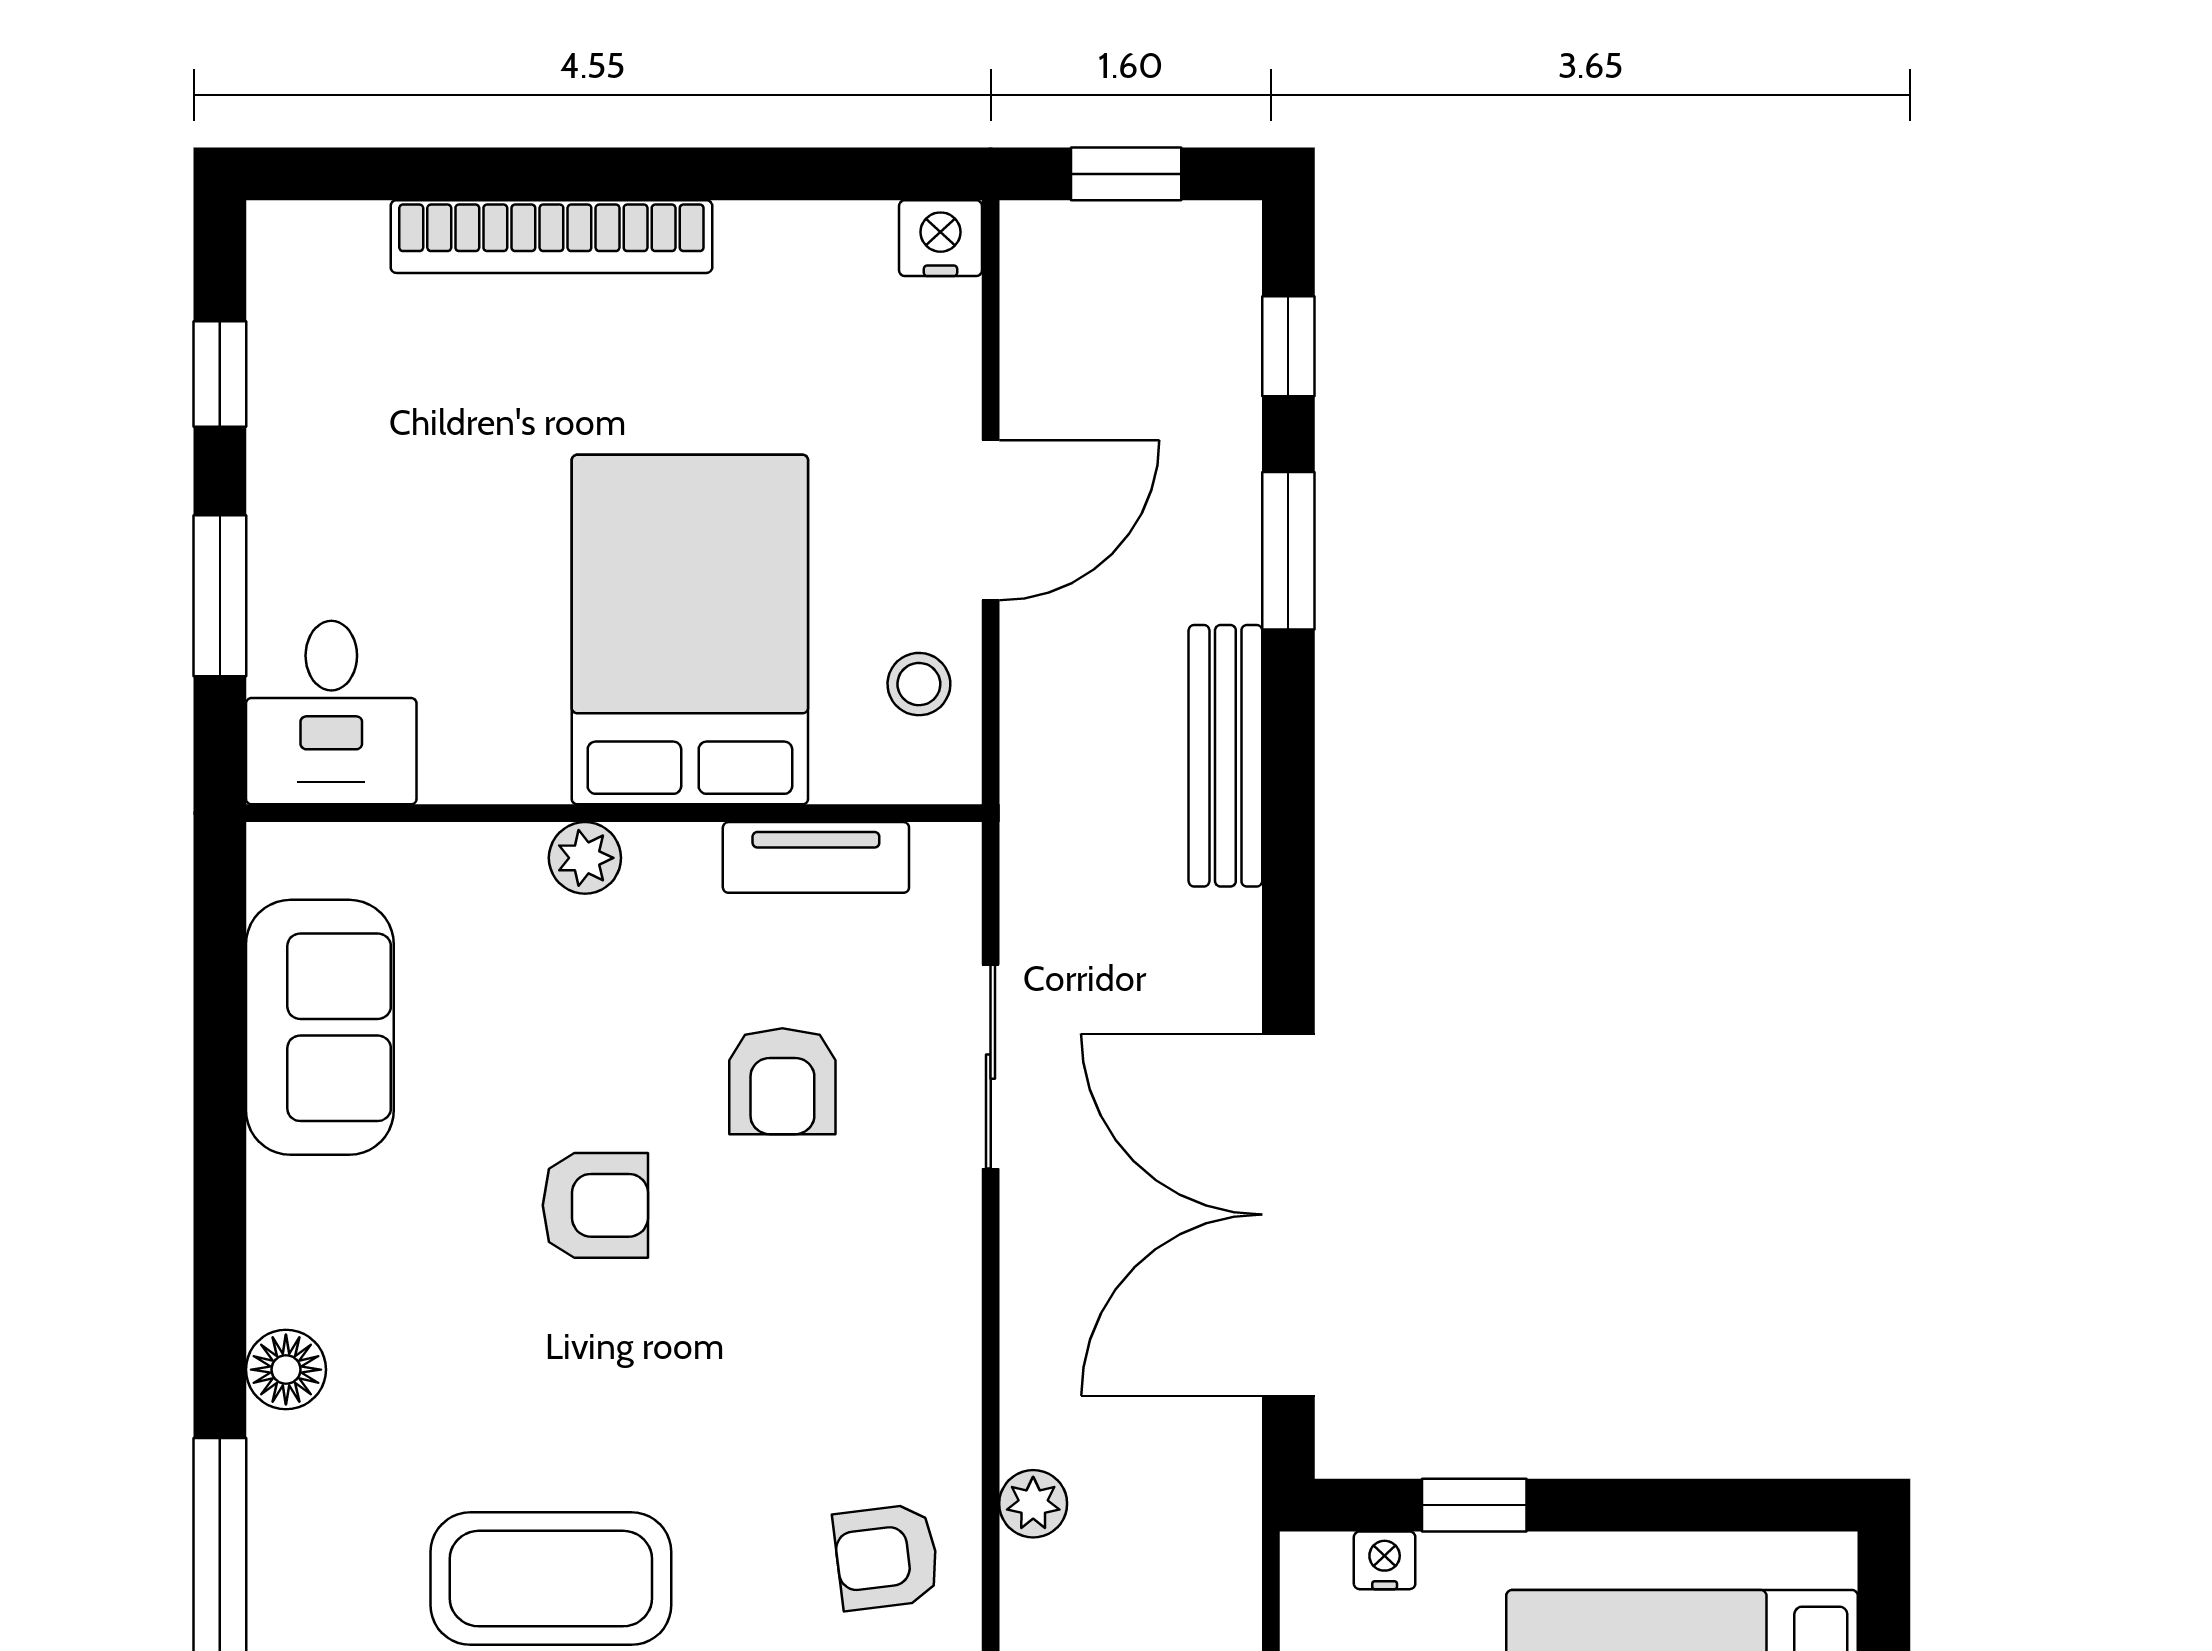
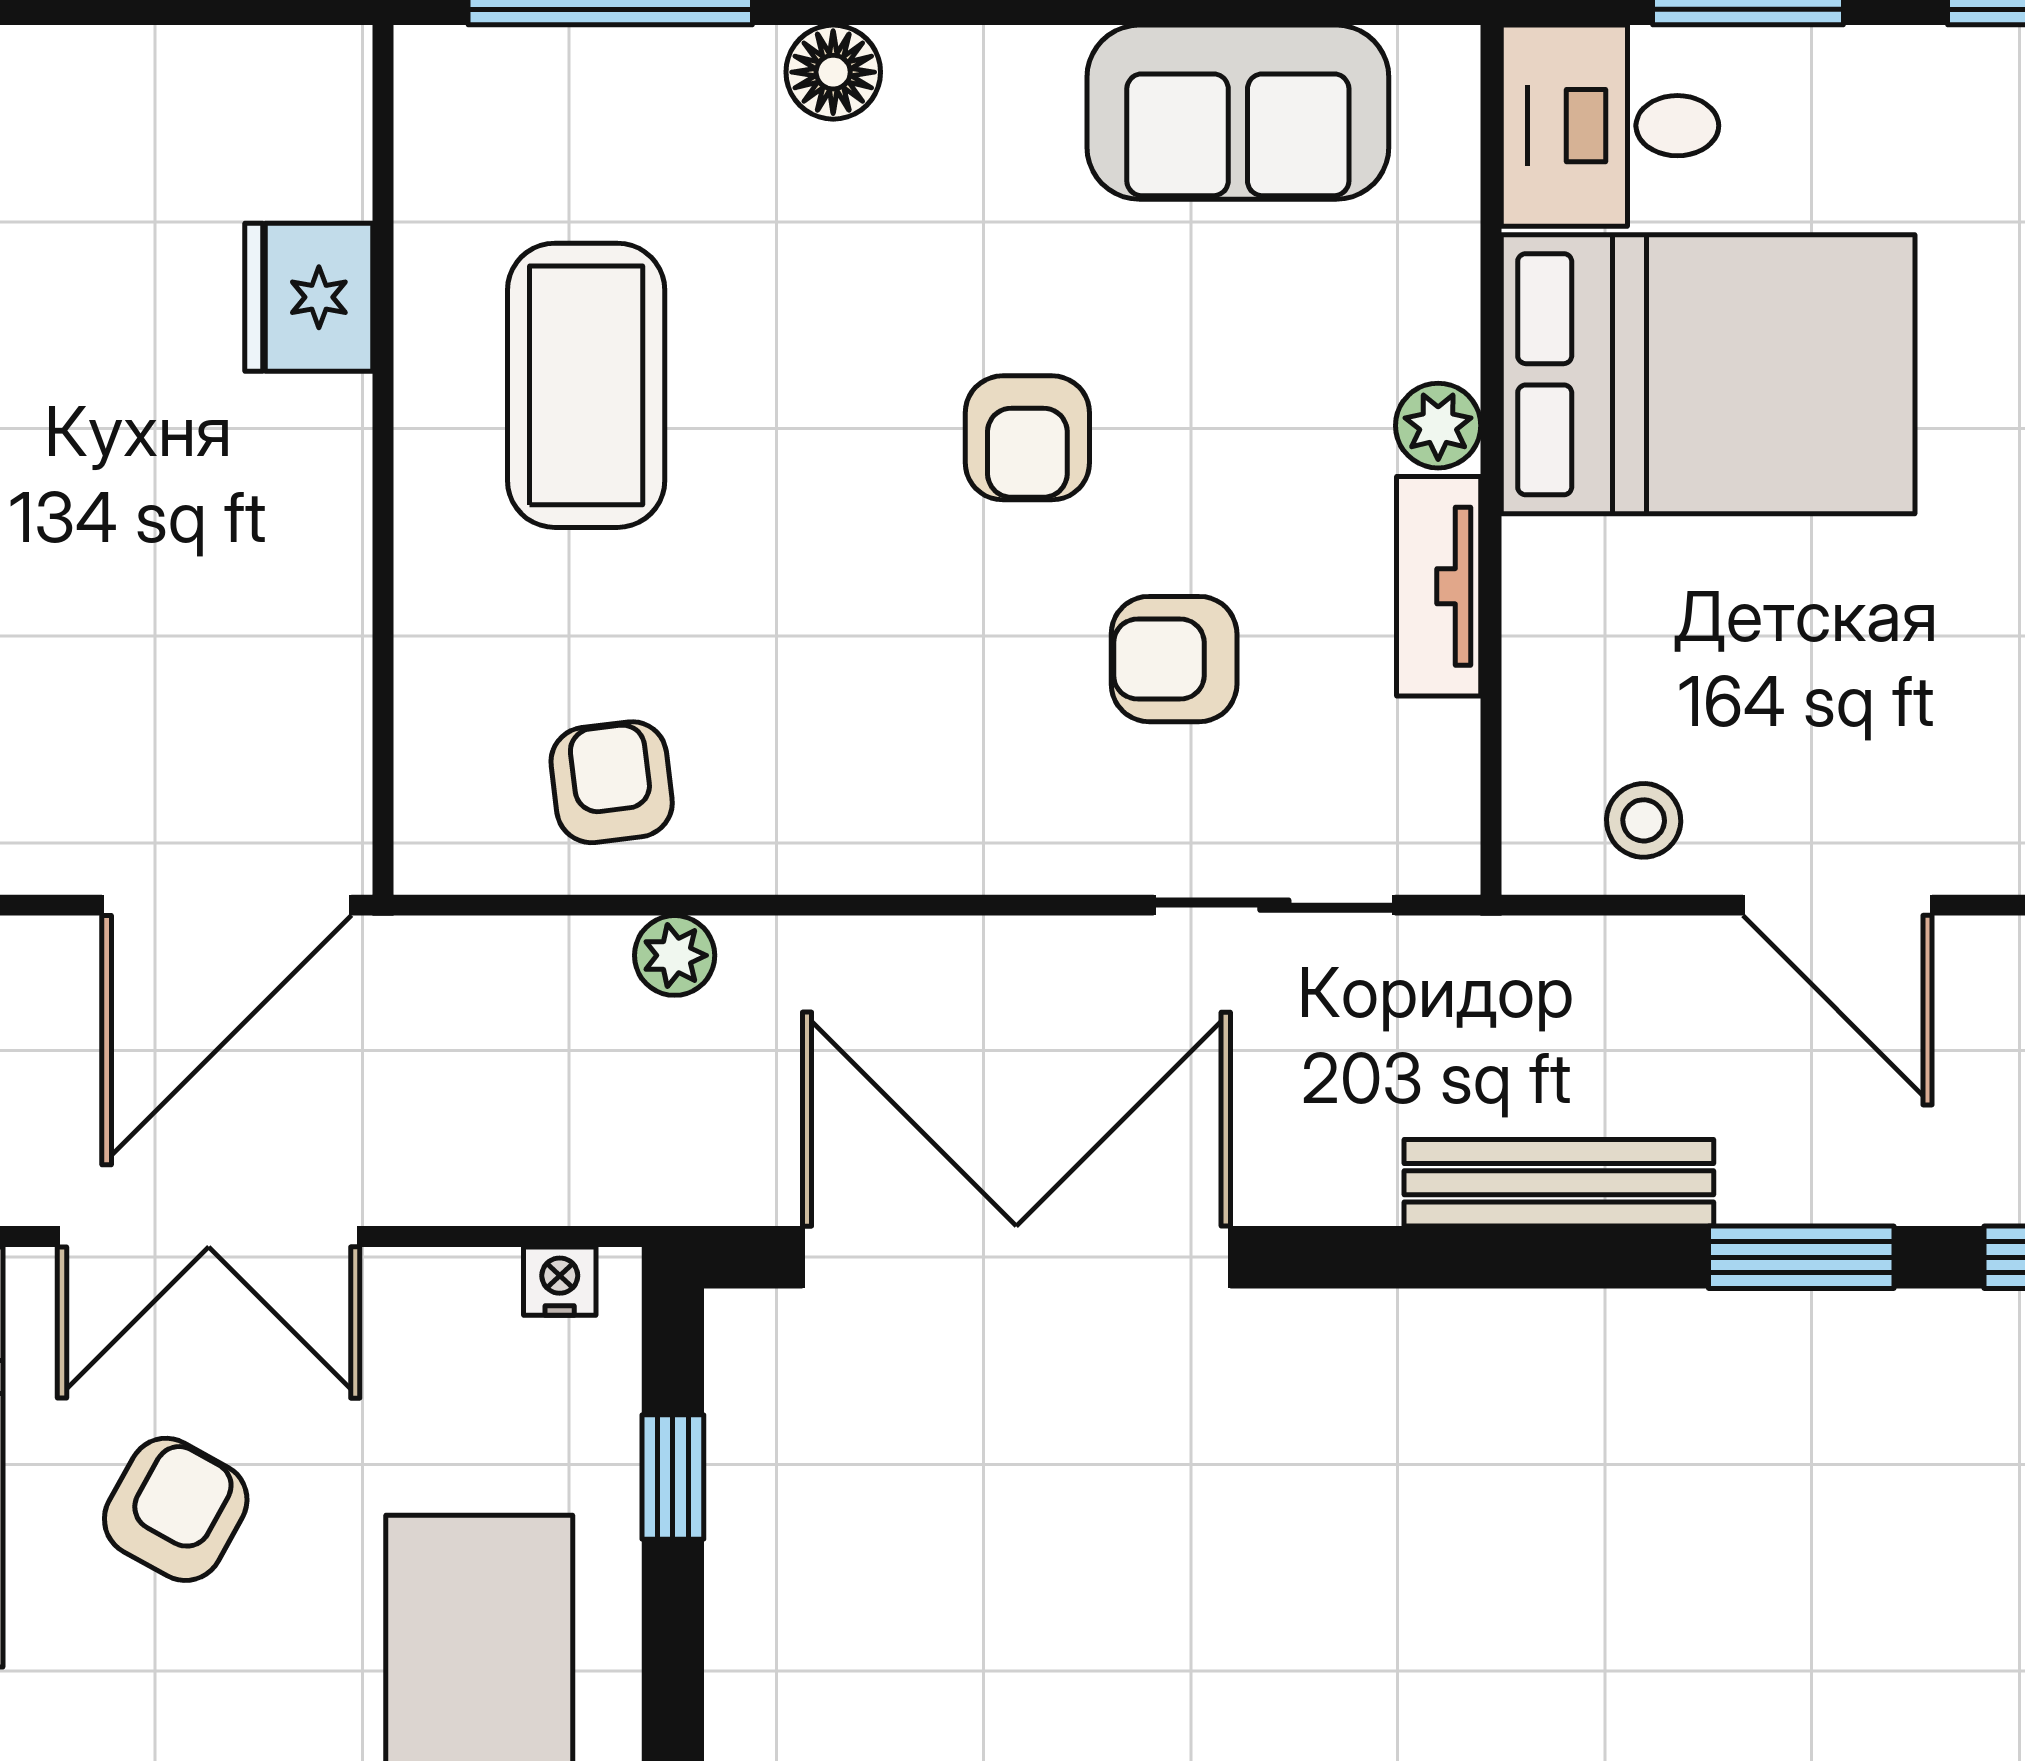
bed: (690, 630) -> (1708, 374), moved
tv unit: (816, 857) -> (1439, 586), moved
sliding door: (991, 1067) -> (1274, 905), moved
nightstand: (1385, 1560) -> (560, 1281), moved, turned -90

